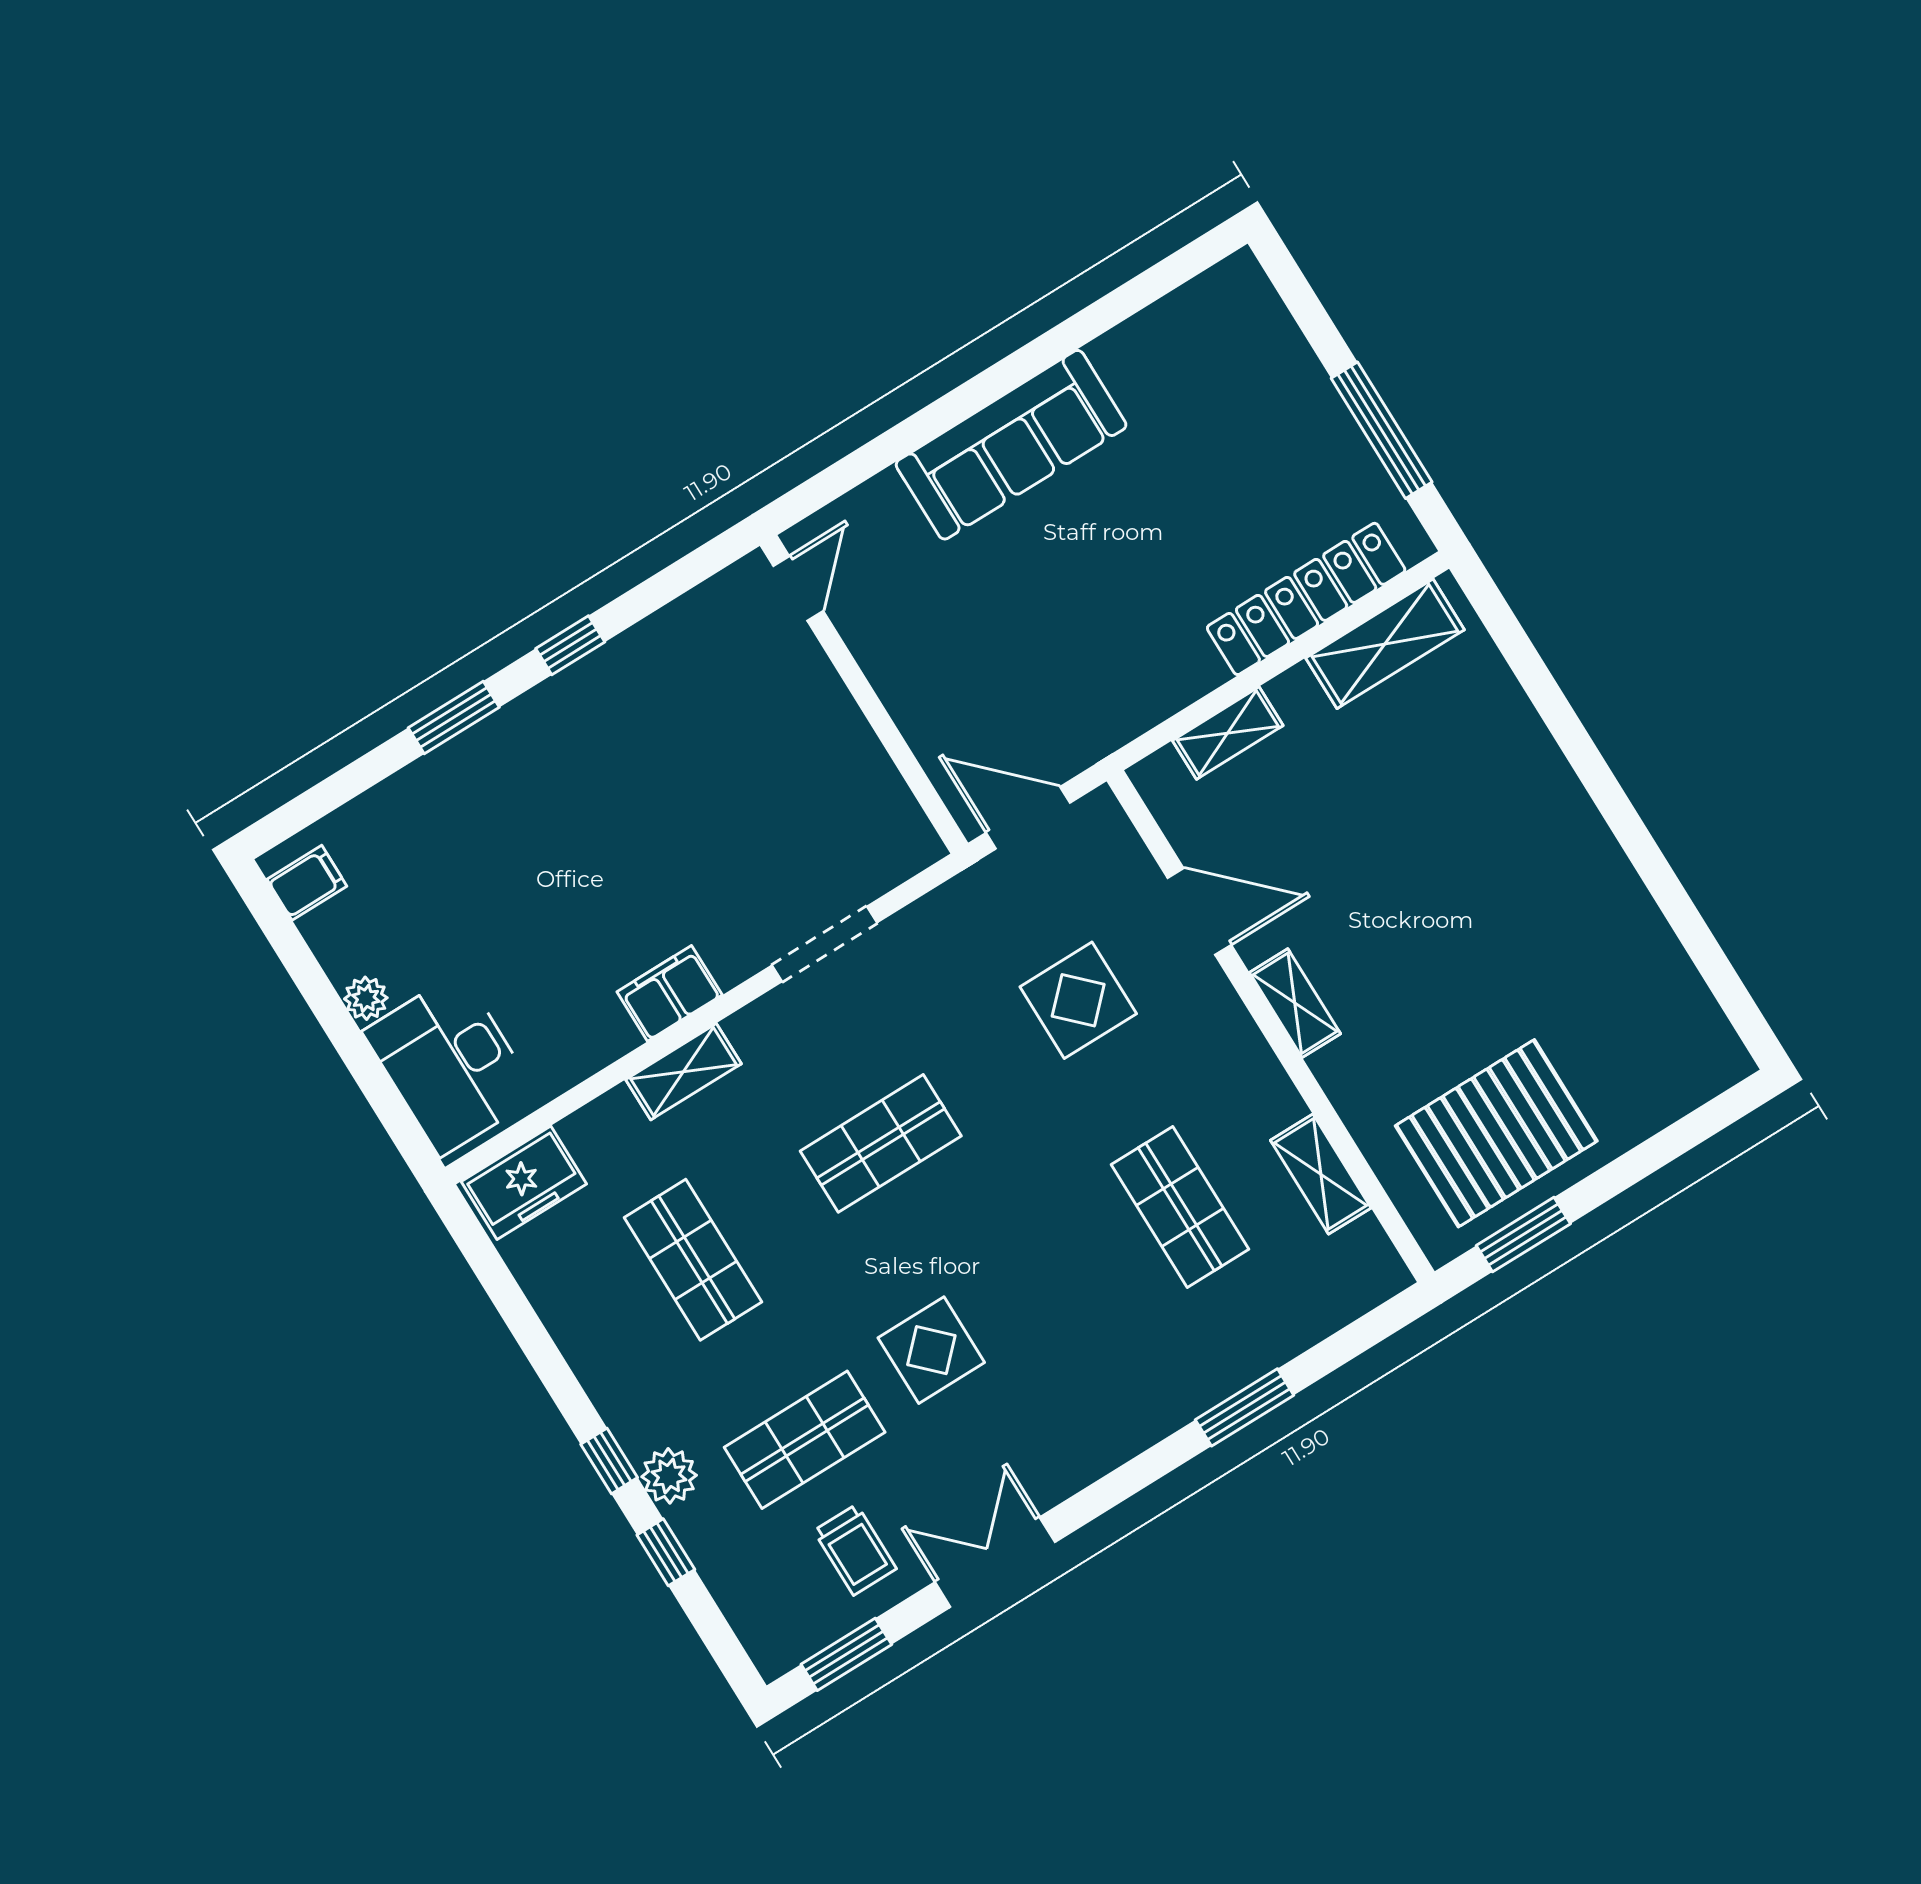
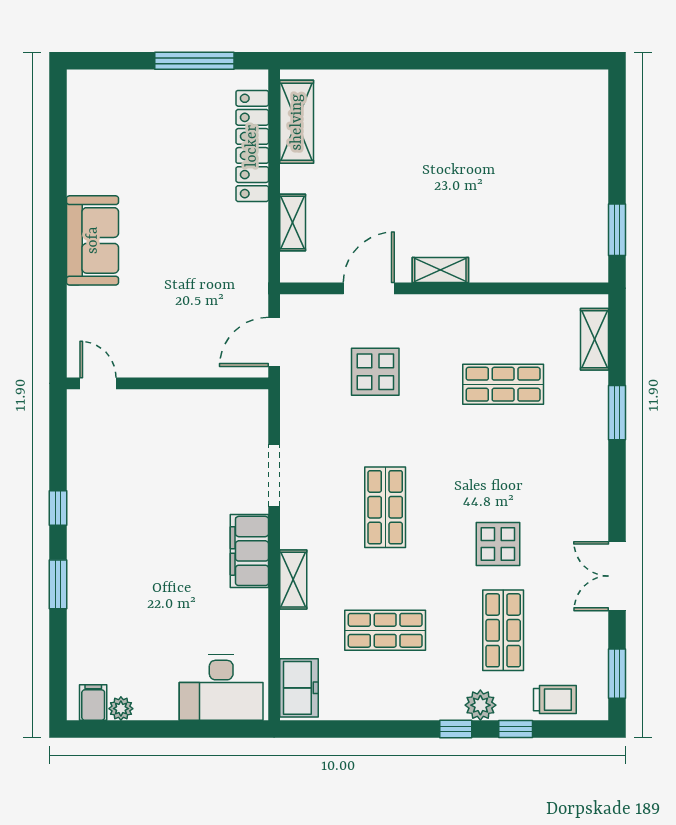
sofa: (1011, 445) -> (93, 240), width x0.73
filing cabinet: (670, 993) -> (249, 551), width x1.50, depth x1.17
plant: (366, 998) -> (121, 709), moved
pallet: (1496, 1133) -> (561, 213), removed
shelving: (1321, 1174) -> (594, 339), moved, turned 90
trolley: (855, 1550) -> (555, 700), moved

